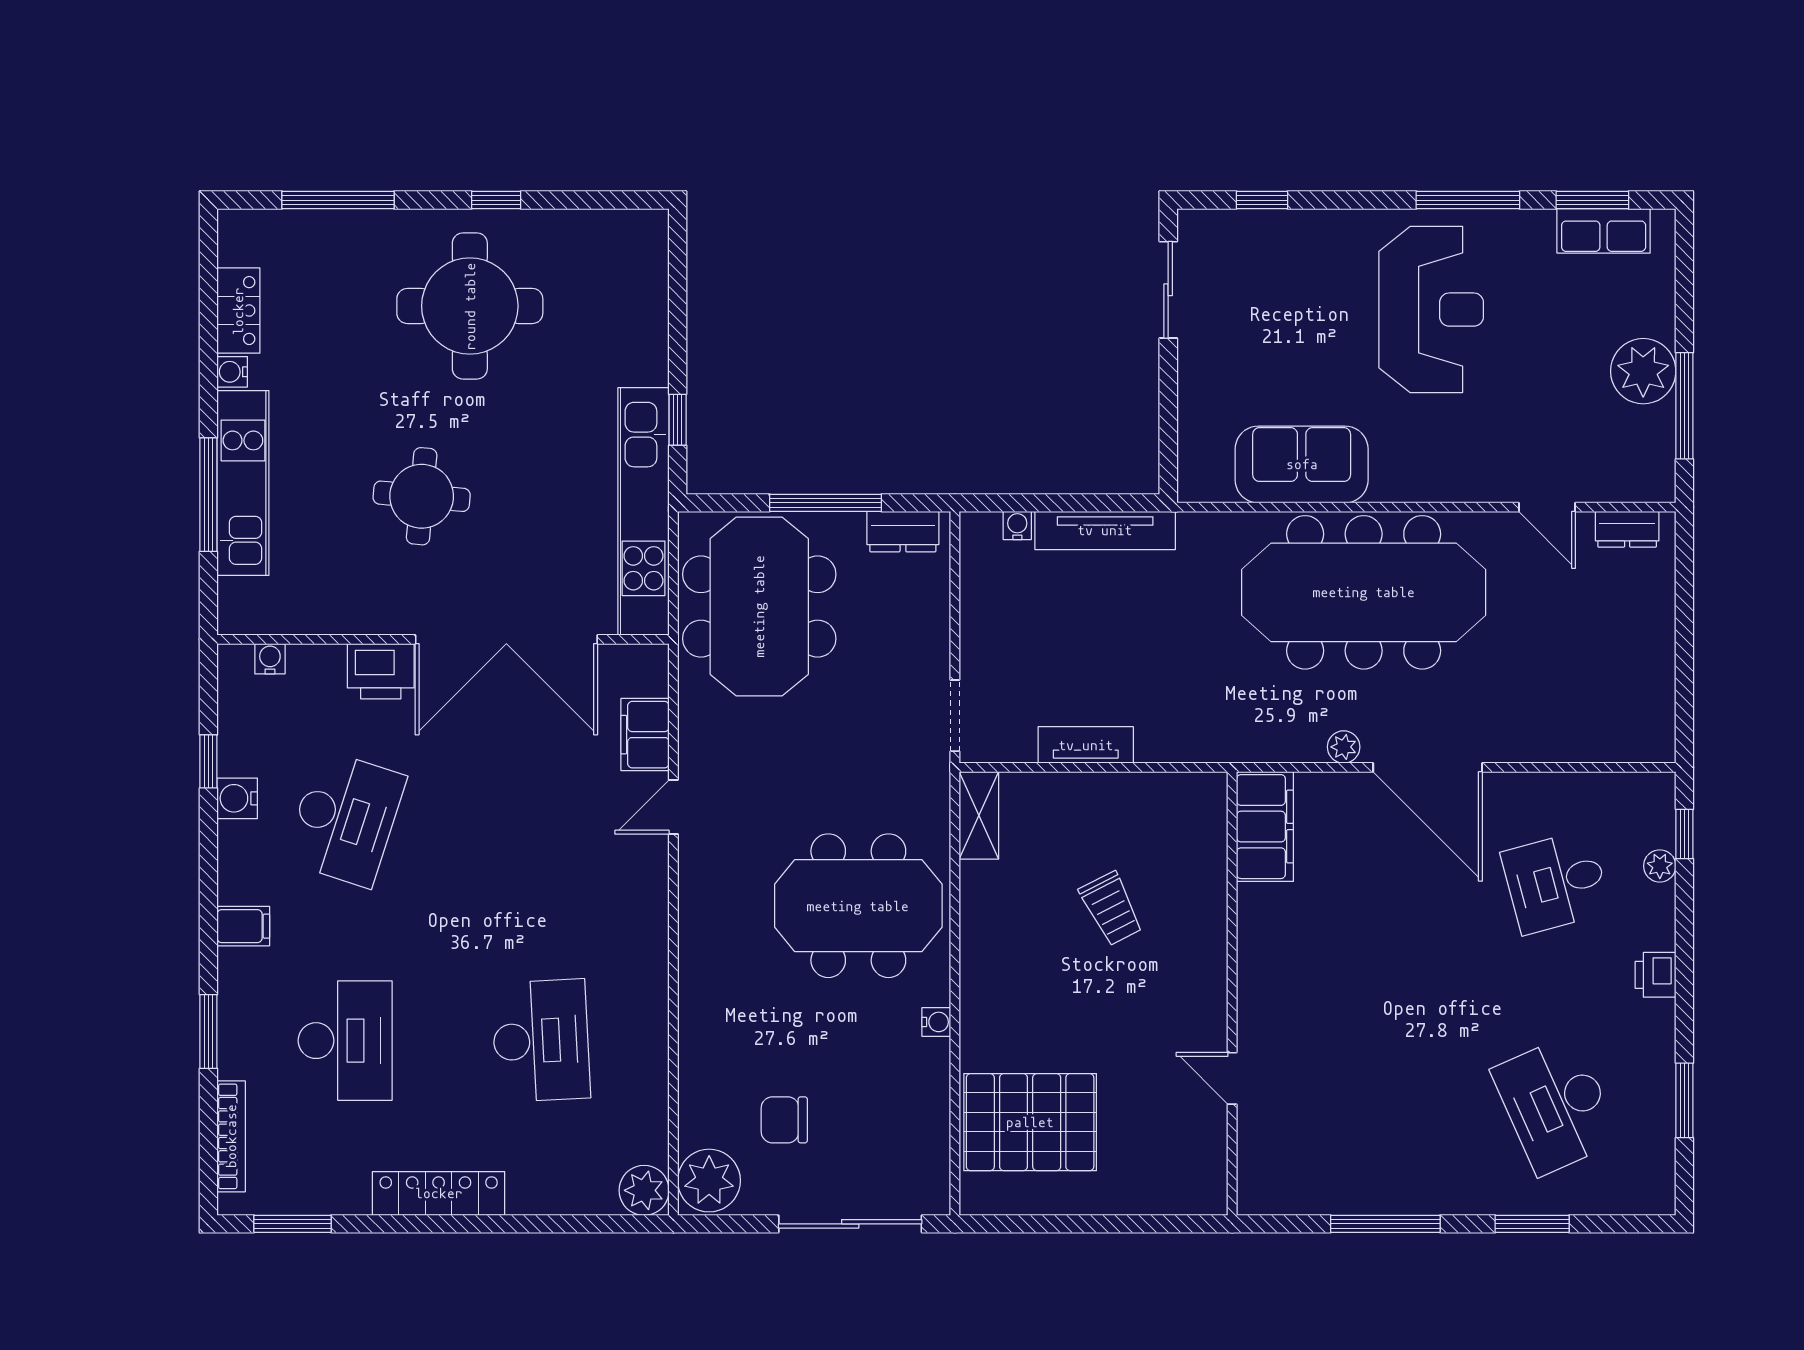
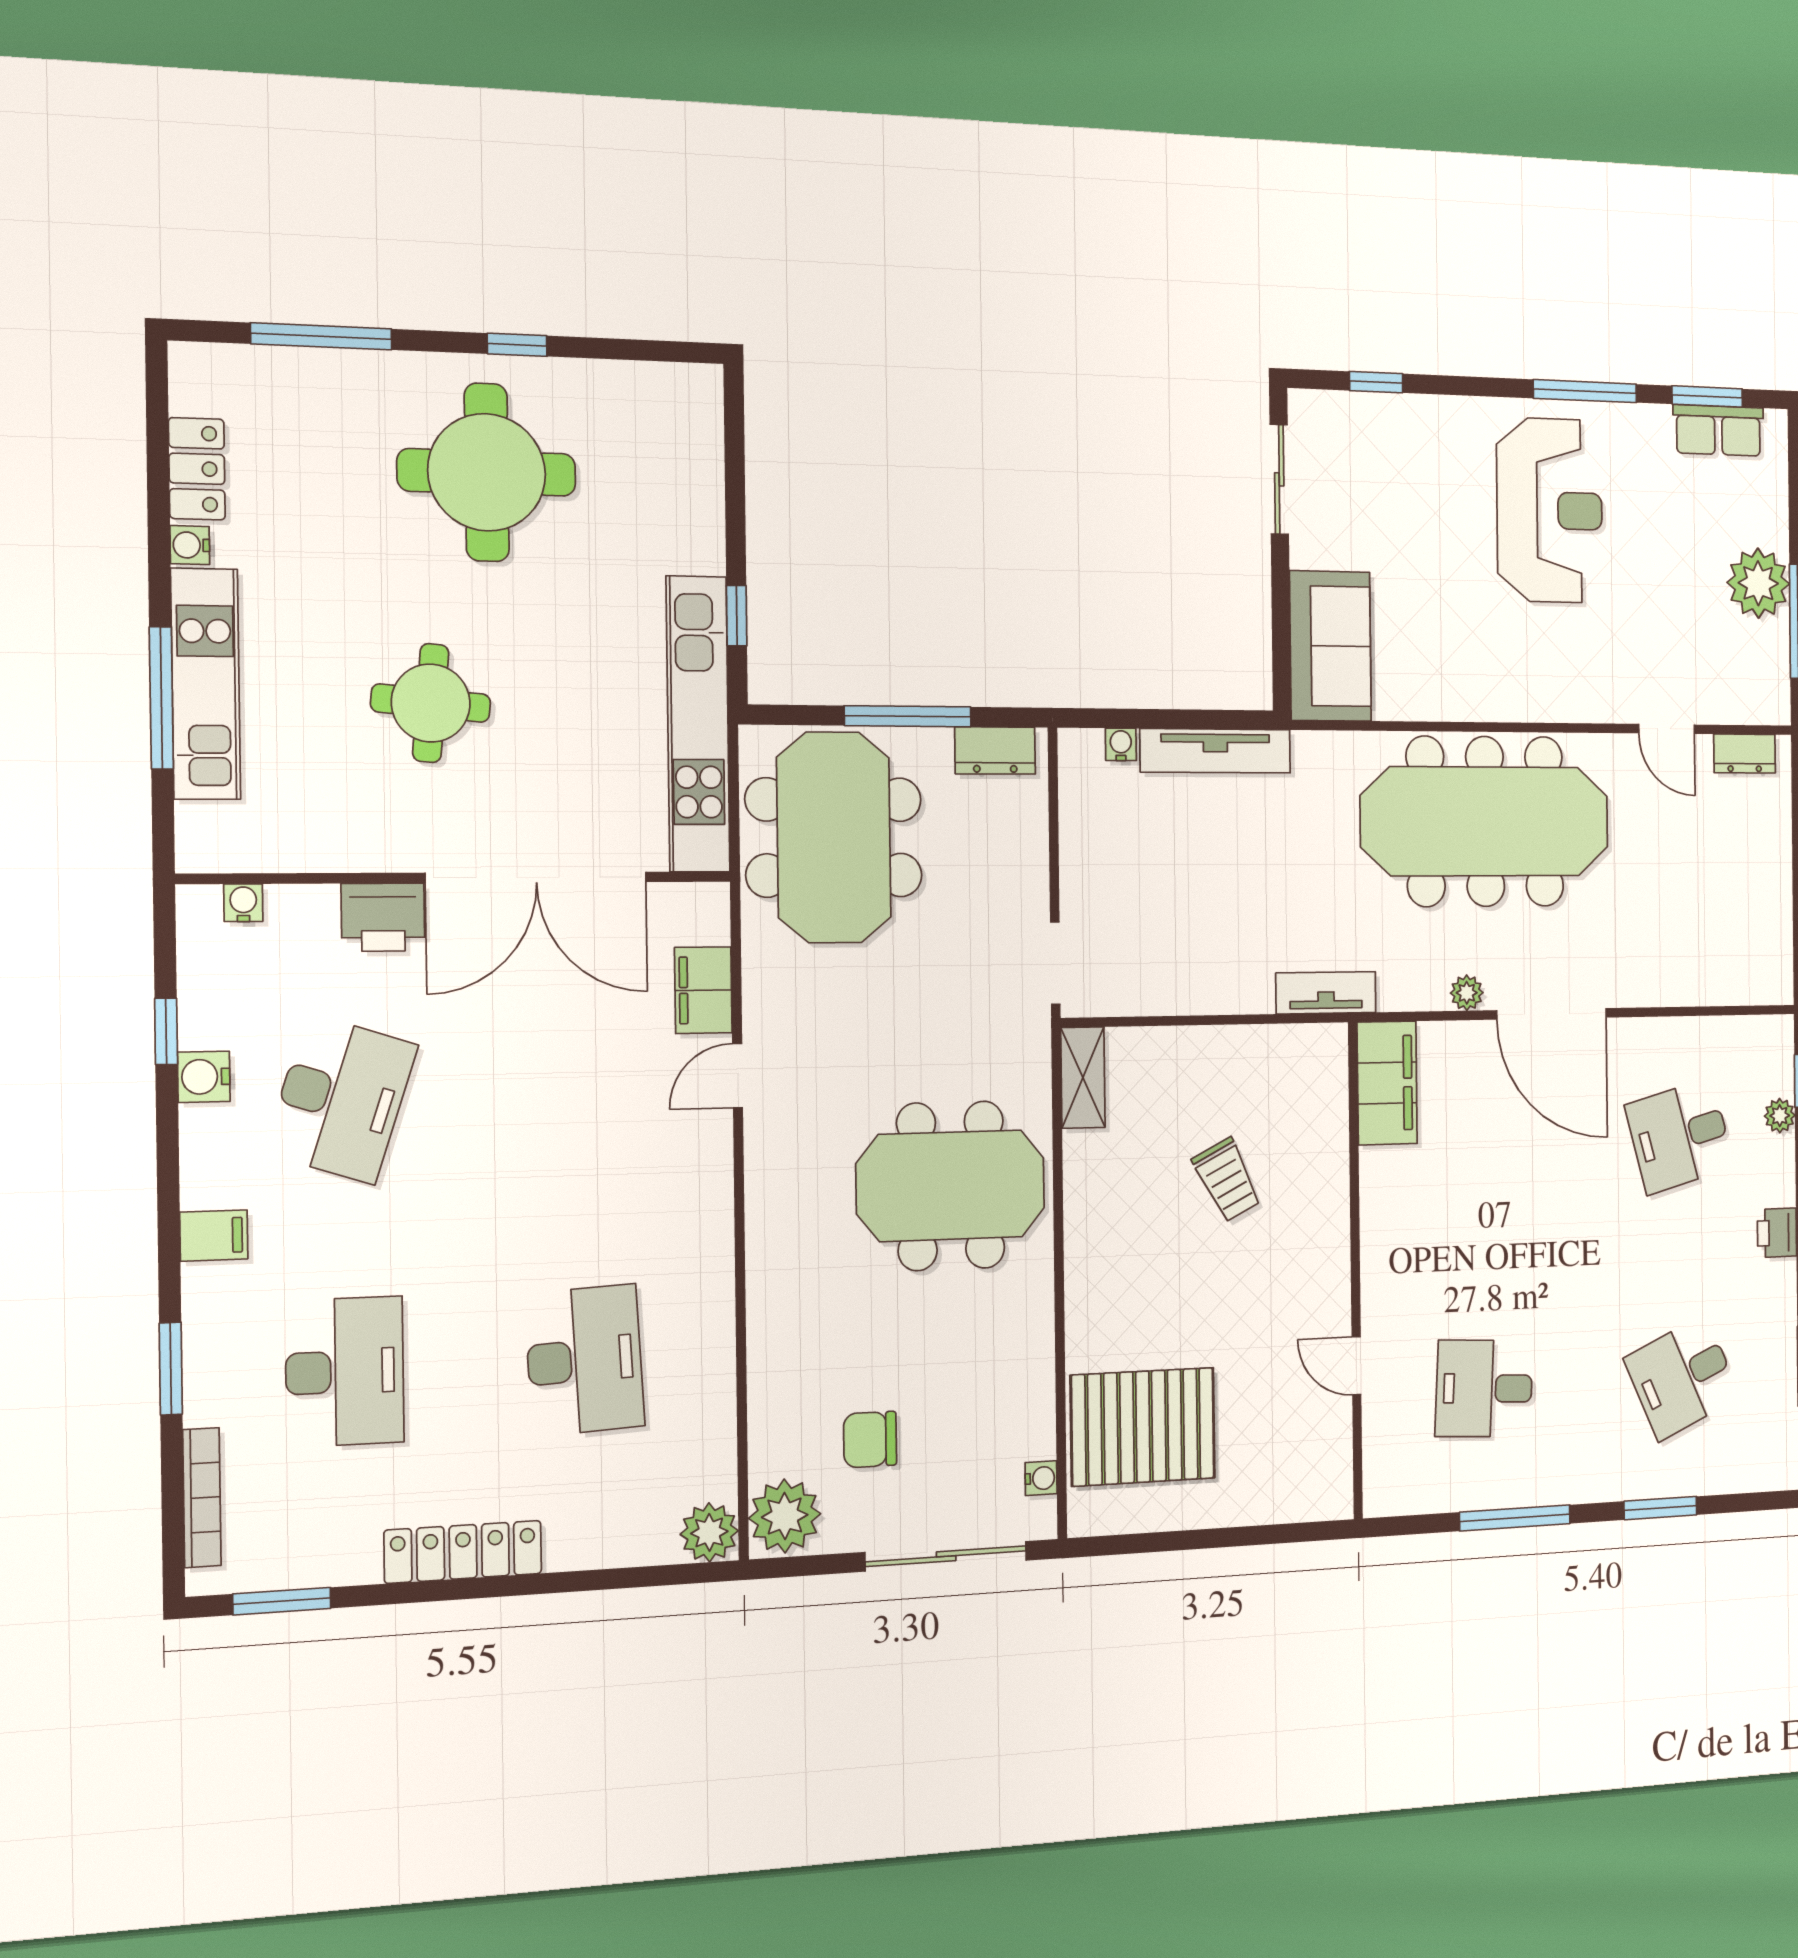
sofa: (1302, 464) -> (1330, 646), moved, turned 90
tv unit: (1086, 745) -> (1326, 993), moved
water cooler: (936, 1022) -> (1041, 1478), moved
desk: (1356, 1105) -> (1484, 1388), added
desk: (1556, 1105) -> (1682, 1378), width x0.73

